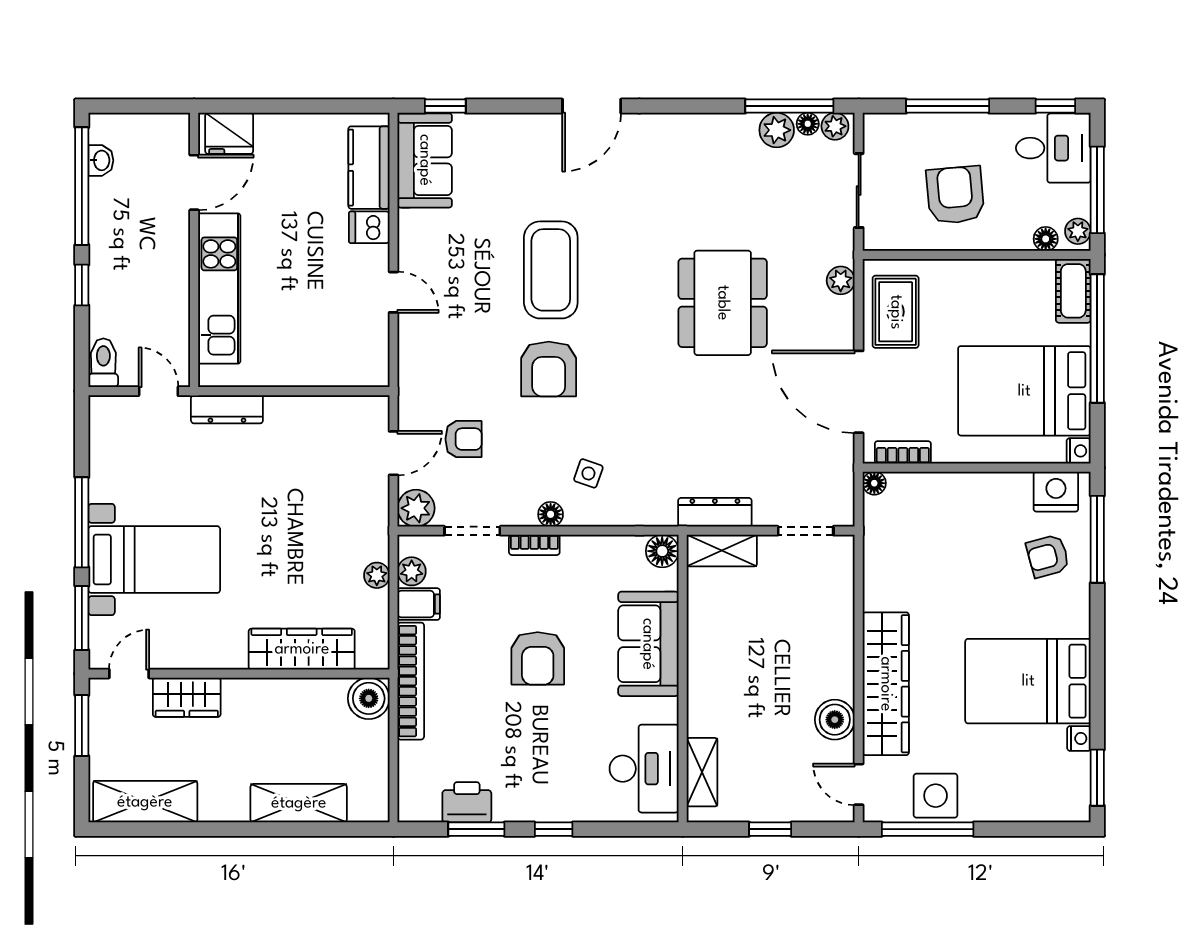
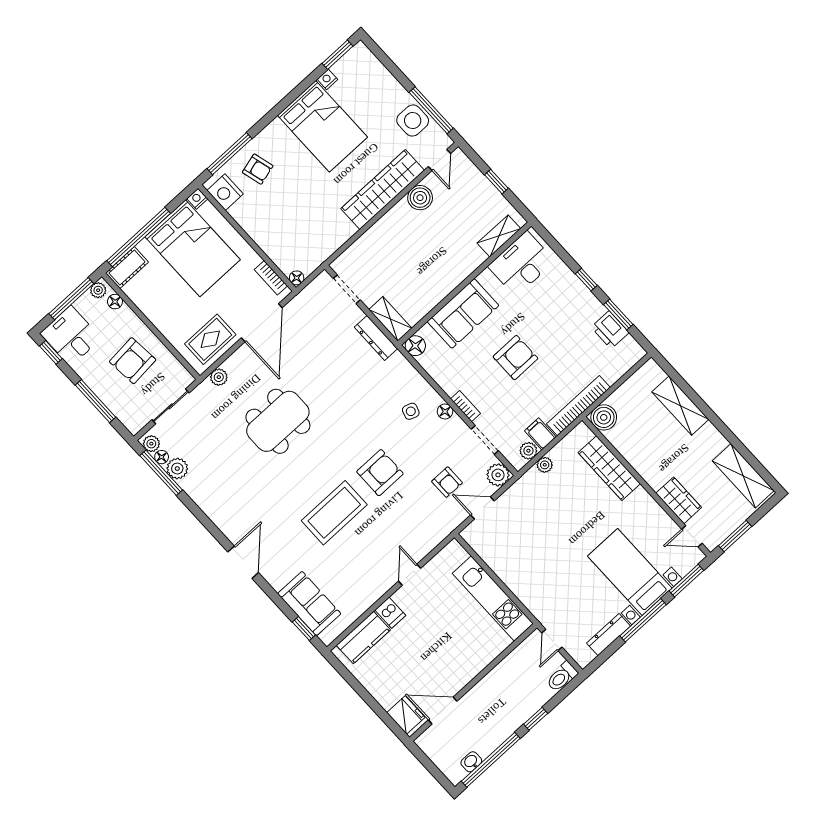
door: (592, 106) -> (243, 562), hinge flipped
sofa: (425, 160) -> (309, 604), moved, turned 90
kitchen unit: (219, 289) -> (493, 598), moved, turned -90
dresser: (227, 409) -> (609, 635), moved, turned -90
armchair: (463, 439) -> (447, 482), turned 180

